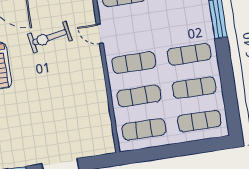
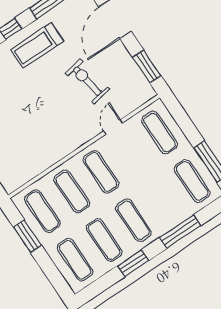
window: (226, 72) -> (133, 263), added
window: (160, 153) -> (28, 236), added

